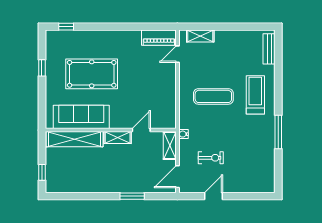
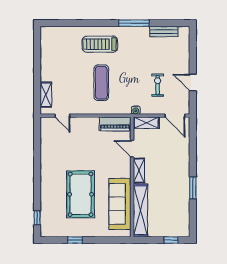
piano: (159, 38) -> (115, 124), moved, turned 90
bench: (269, 49) -> (164, 32), moved
window: (132, 196) -> (193, 188), moved

